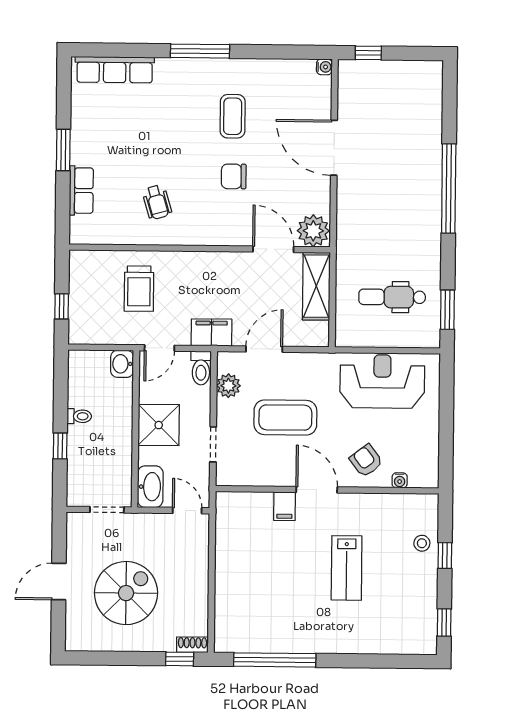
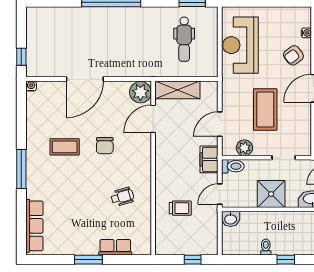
trolley: (139, 289) -> (180, 208), width x0.73, depth x0.72
door: (159, 348) -> (220, 194), swing flipped
door: (264, 349) -> (220, 124), hinge flipped

